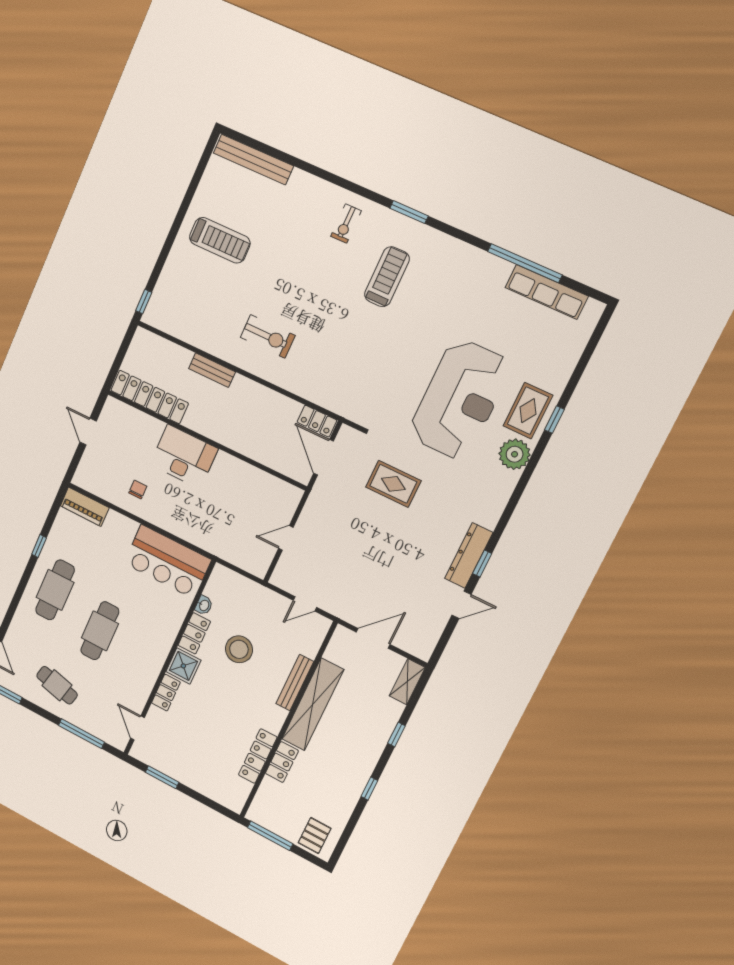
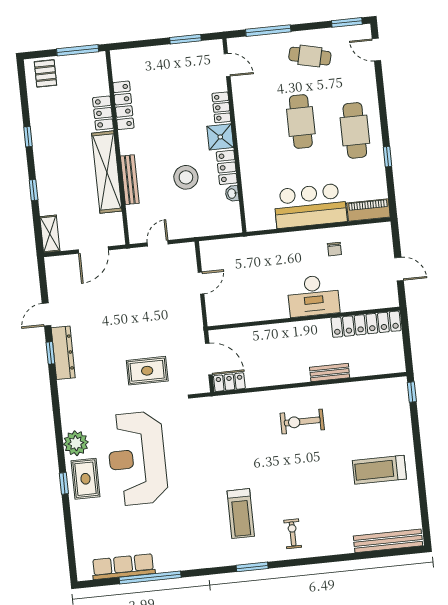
bar counter: (167, 561) -> (310, 206), moved

